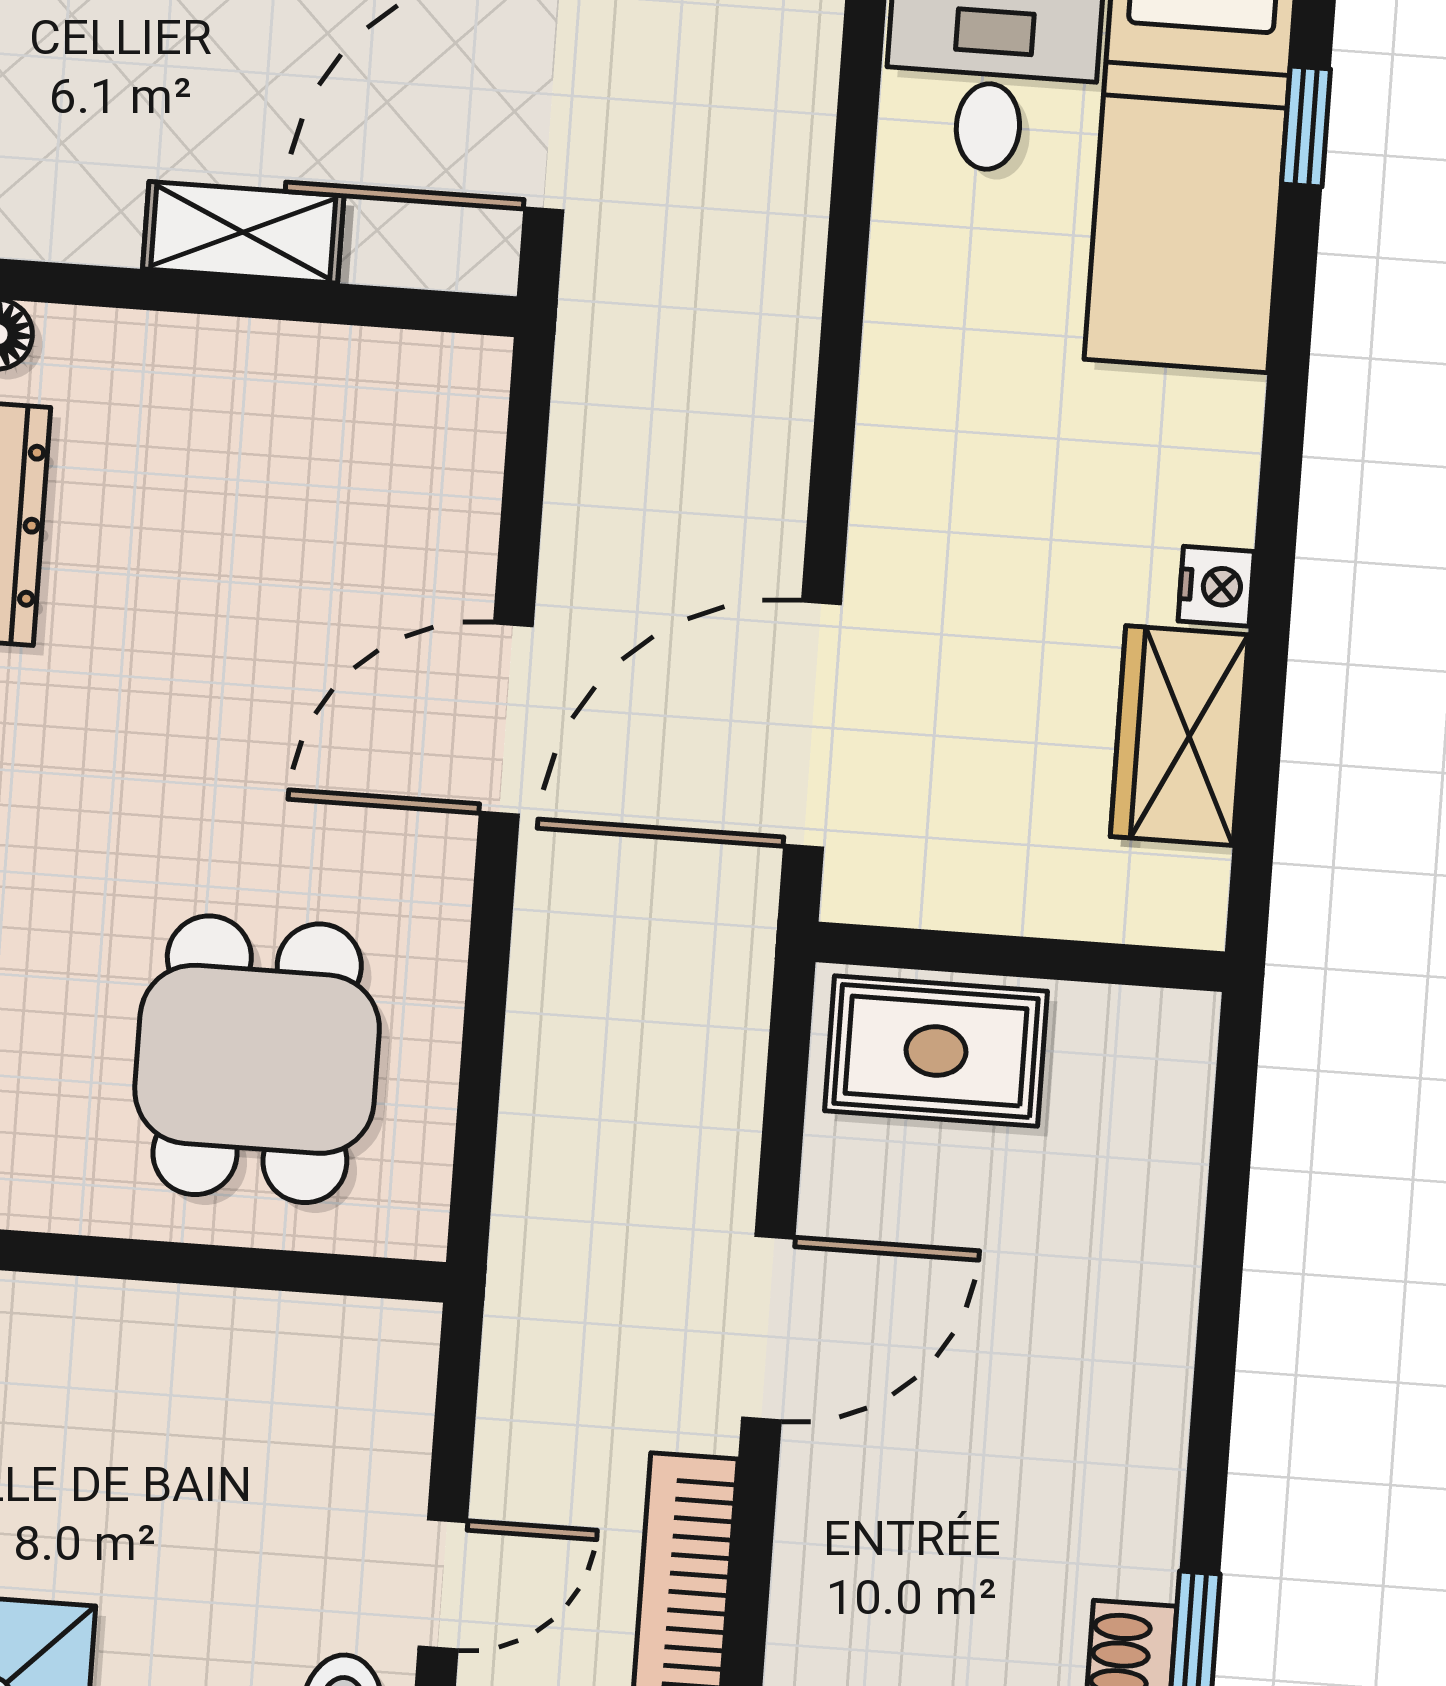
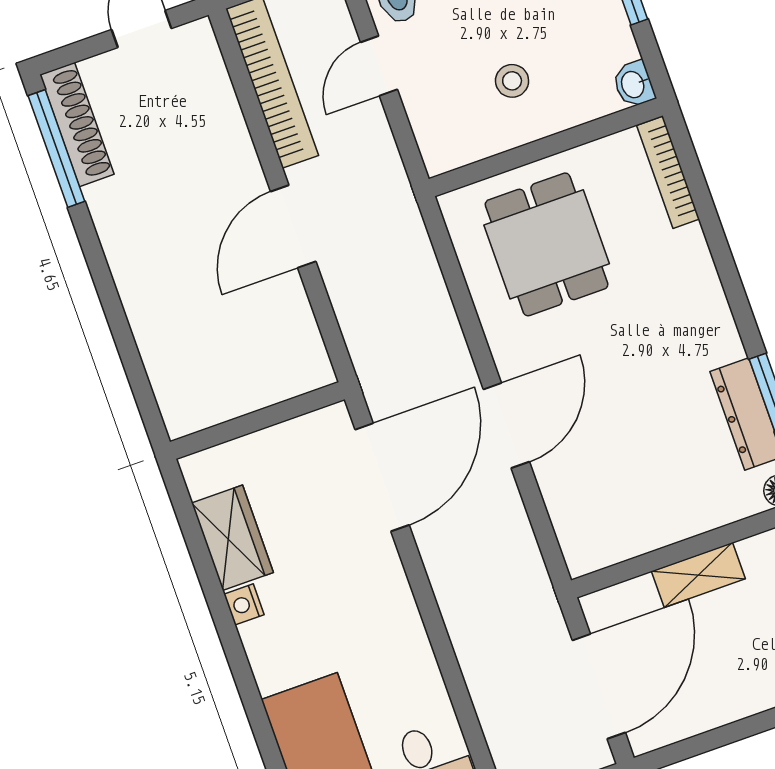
rug: (936, 1051) -> (275, 368), removed
stool: (179, 1431) -> (512, 81), added

